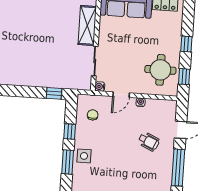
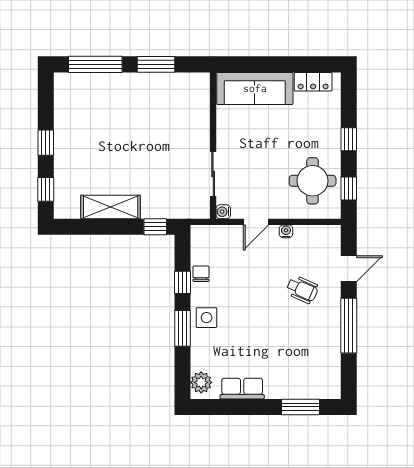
shelving: (87, 25) -> (111, 207), moved, turned 90
chair: (93, 115) -> (201, 274), moved

